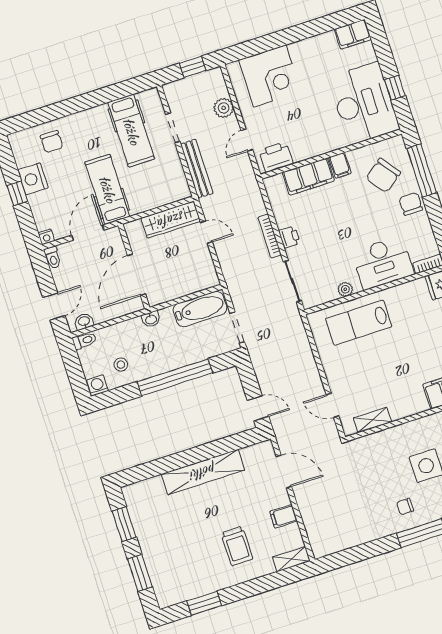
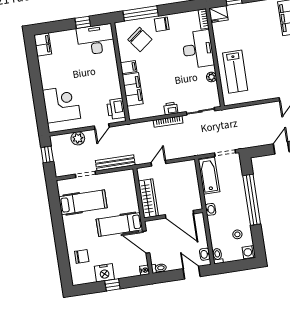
desk: (364, 103) -> (96, 40), width x0.73, depth x0.77
door: (247, 140) -> (102, 126), hinge flipped
wardrobe: (171, 220) -> (148, 198), moved

